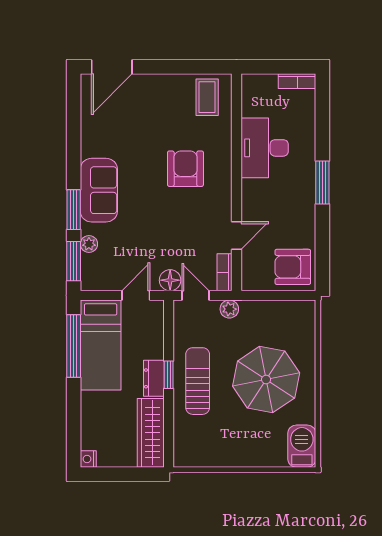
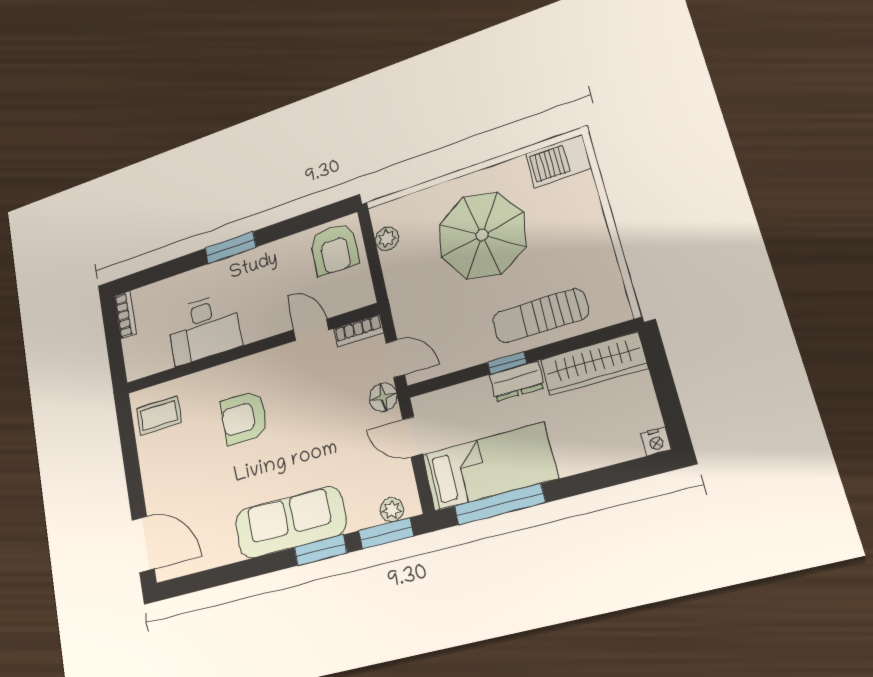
sofa: (99, 190) -> (290, 522), width x1.36
plant: (89, 244) -> (392, 510), moved
door: (195, 295) -> (395, 359), swing flipped
plant: (229, 309) -> (387, 239), moved
sun lounger: (198, 381) -> (540, 316), moved

